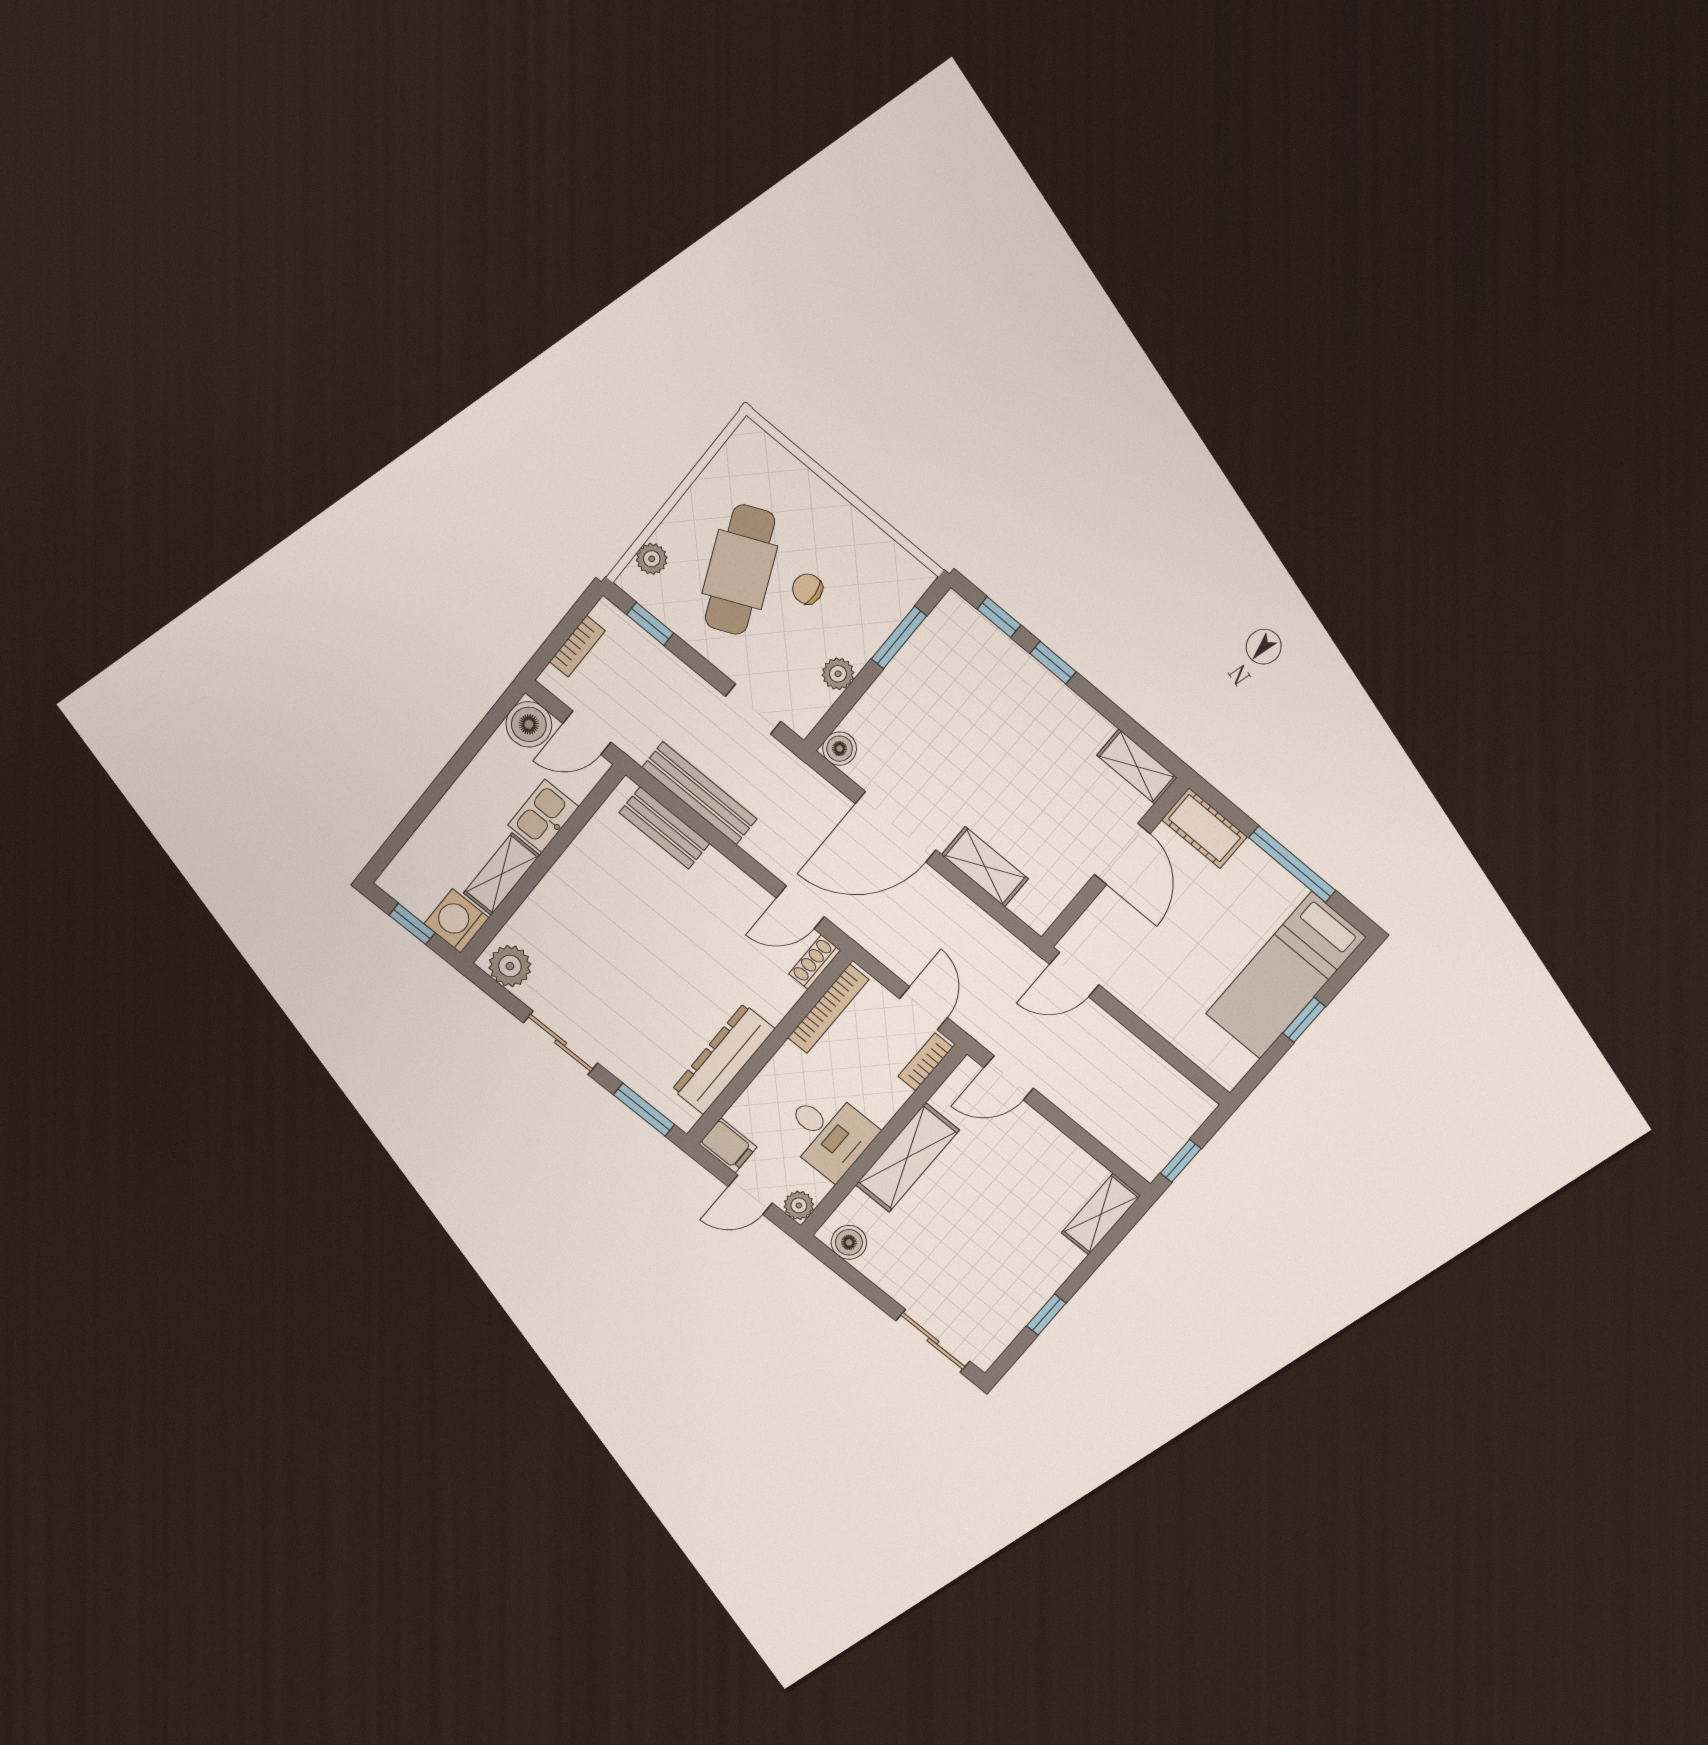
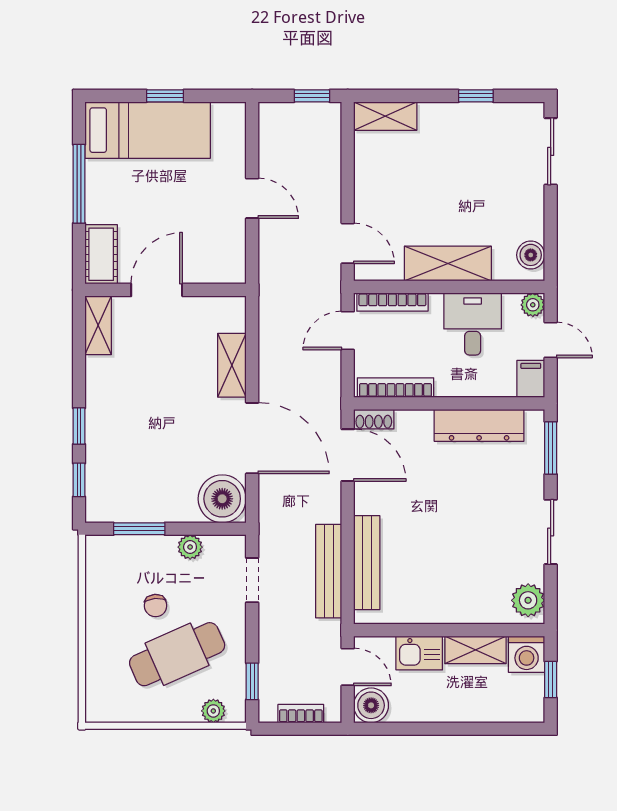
boiler: (840, 749) -> (222, 499), width x1.86, depth x1.86
bench: (664, 828) -> (367, 563), width x1.36
door: (800, 907) -> (348, 455), width x1.38
door: (1074, 974) -> (252, 198), moved
bookcase: (925, 1062) -> (392, 302), width x1.56

